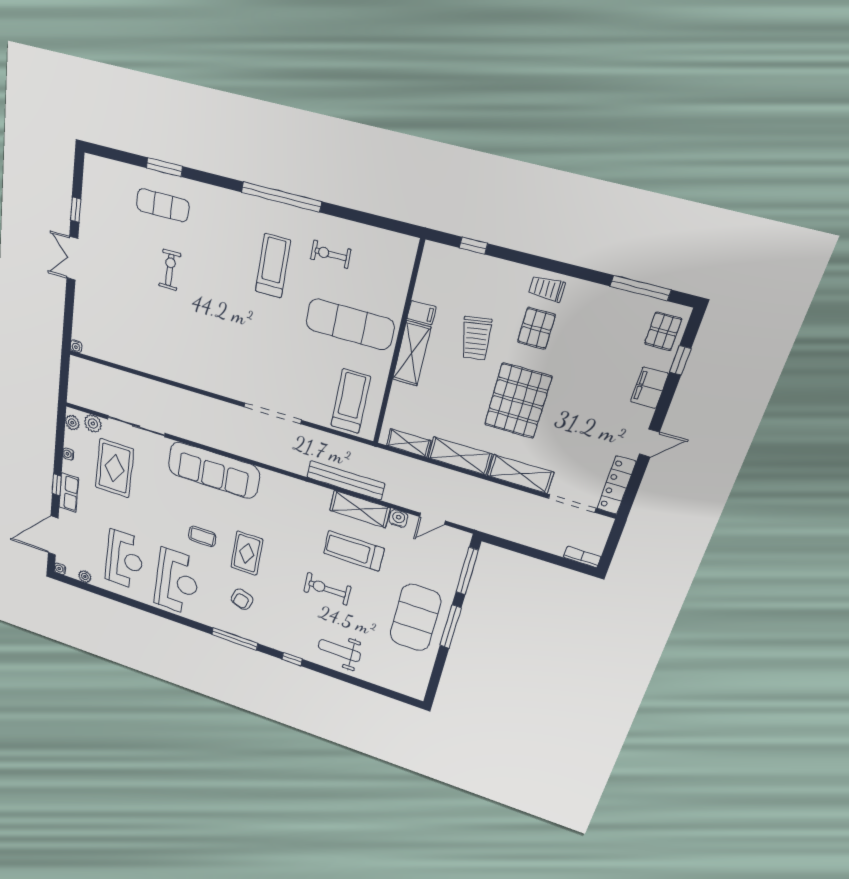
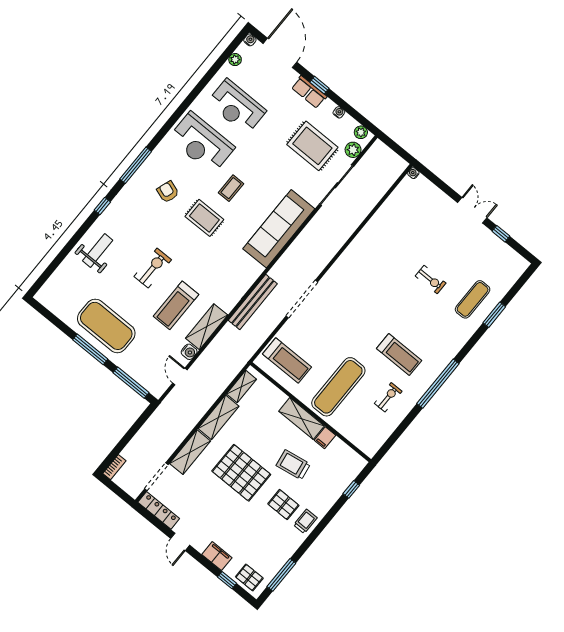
bench: (346, 480) -> (253, 302), moved
treadmill: (354, 551) -> (176, 305), turned 180

